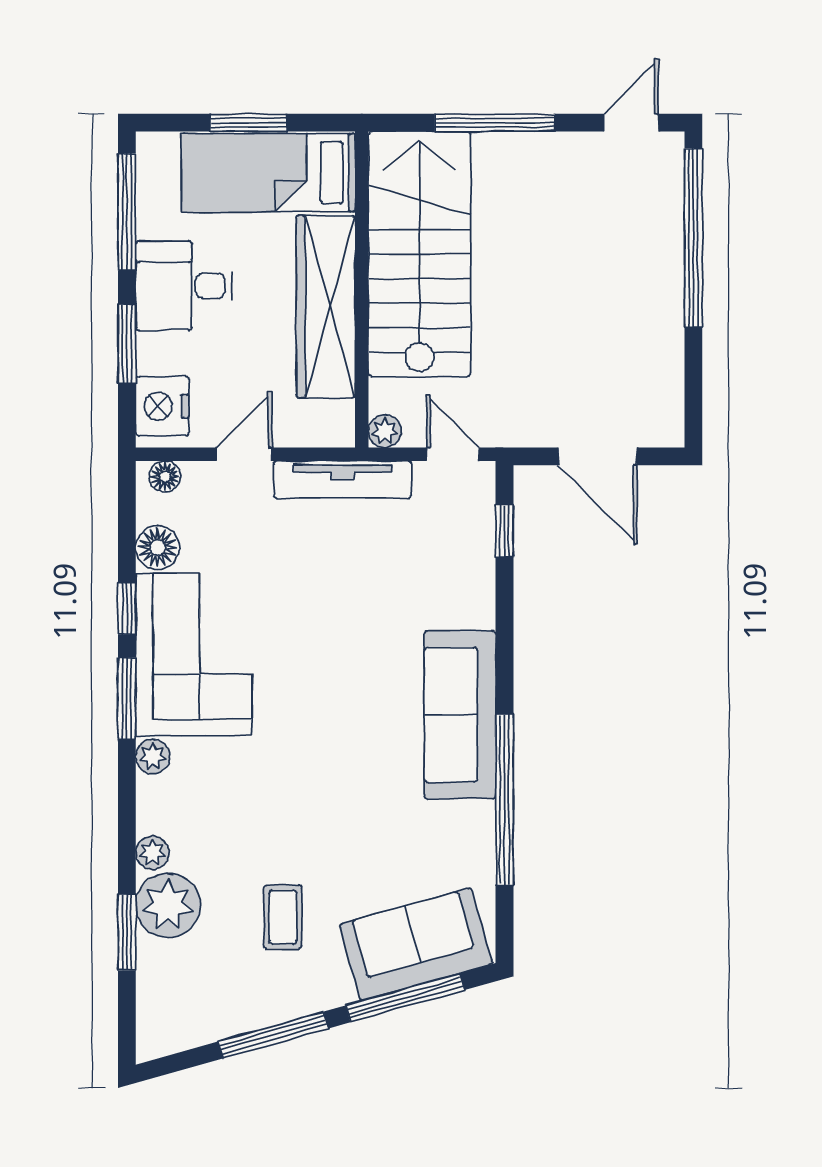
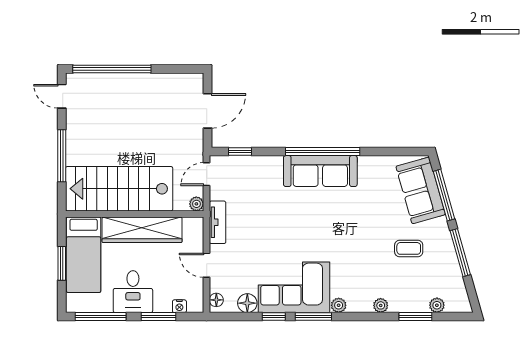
nightstand: (162, 406) -> (179, 306), width x0.53, depth x0.56
tv unit: (343, 479) -> (218, 222), width x0.71
window: (505, 800) -> (323, 152), moved
plant: (168, 905) -> (437, 305), moved, width x0.53, depth x0.53

